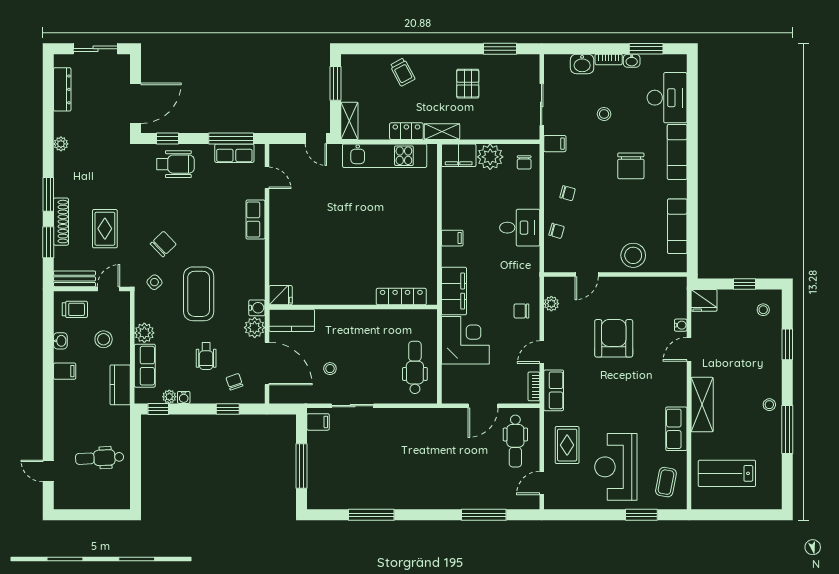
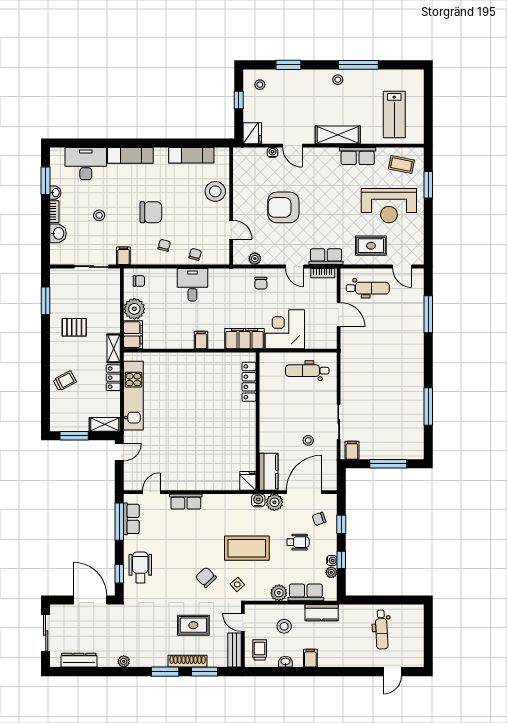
chair: (631, 166) -> (151, 212), moved
window: (158, 409) -> (341, 560), moved

